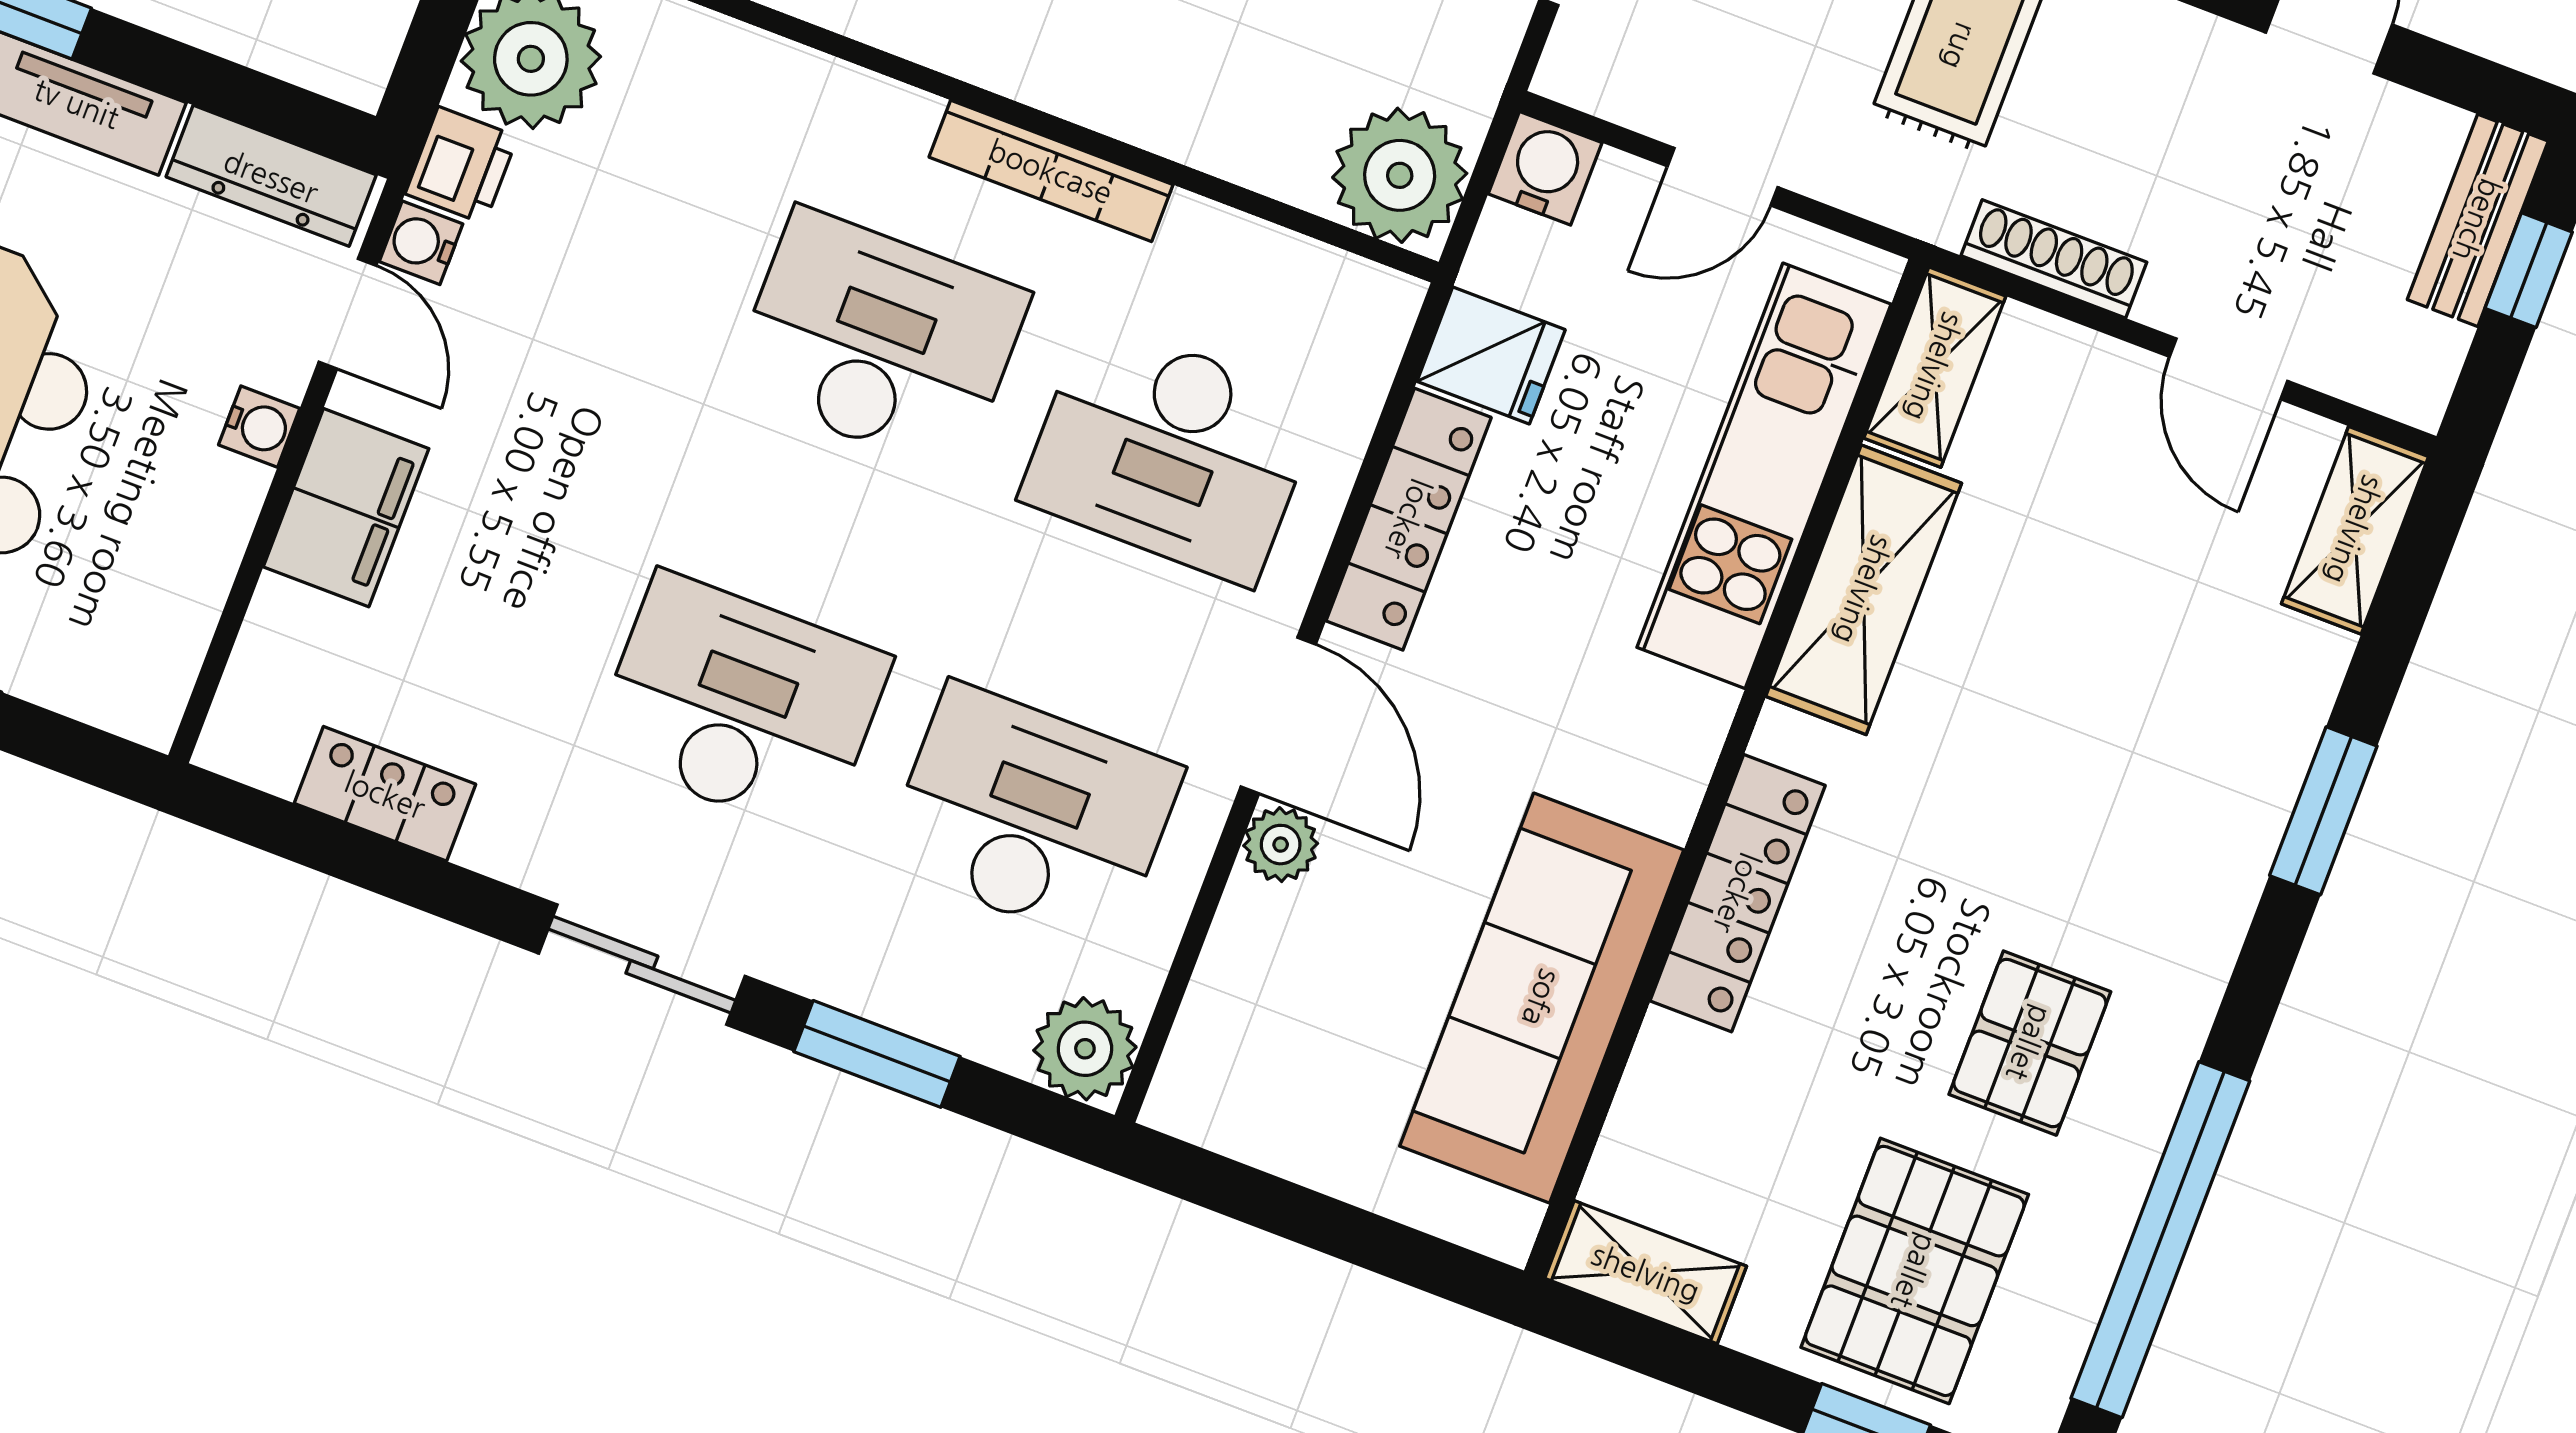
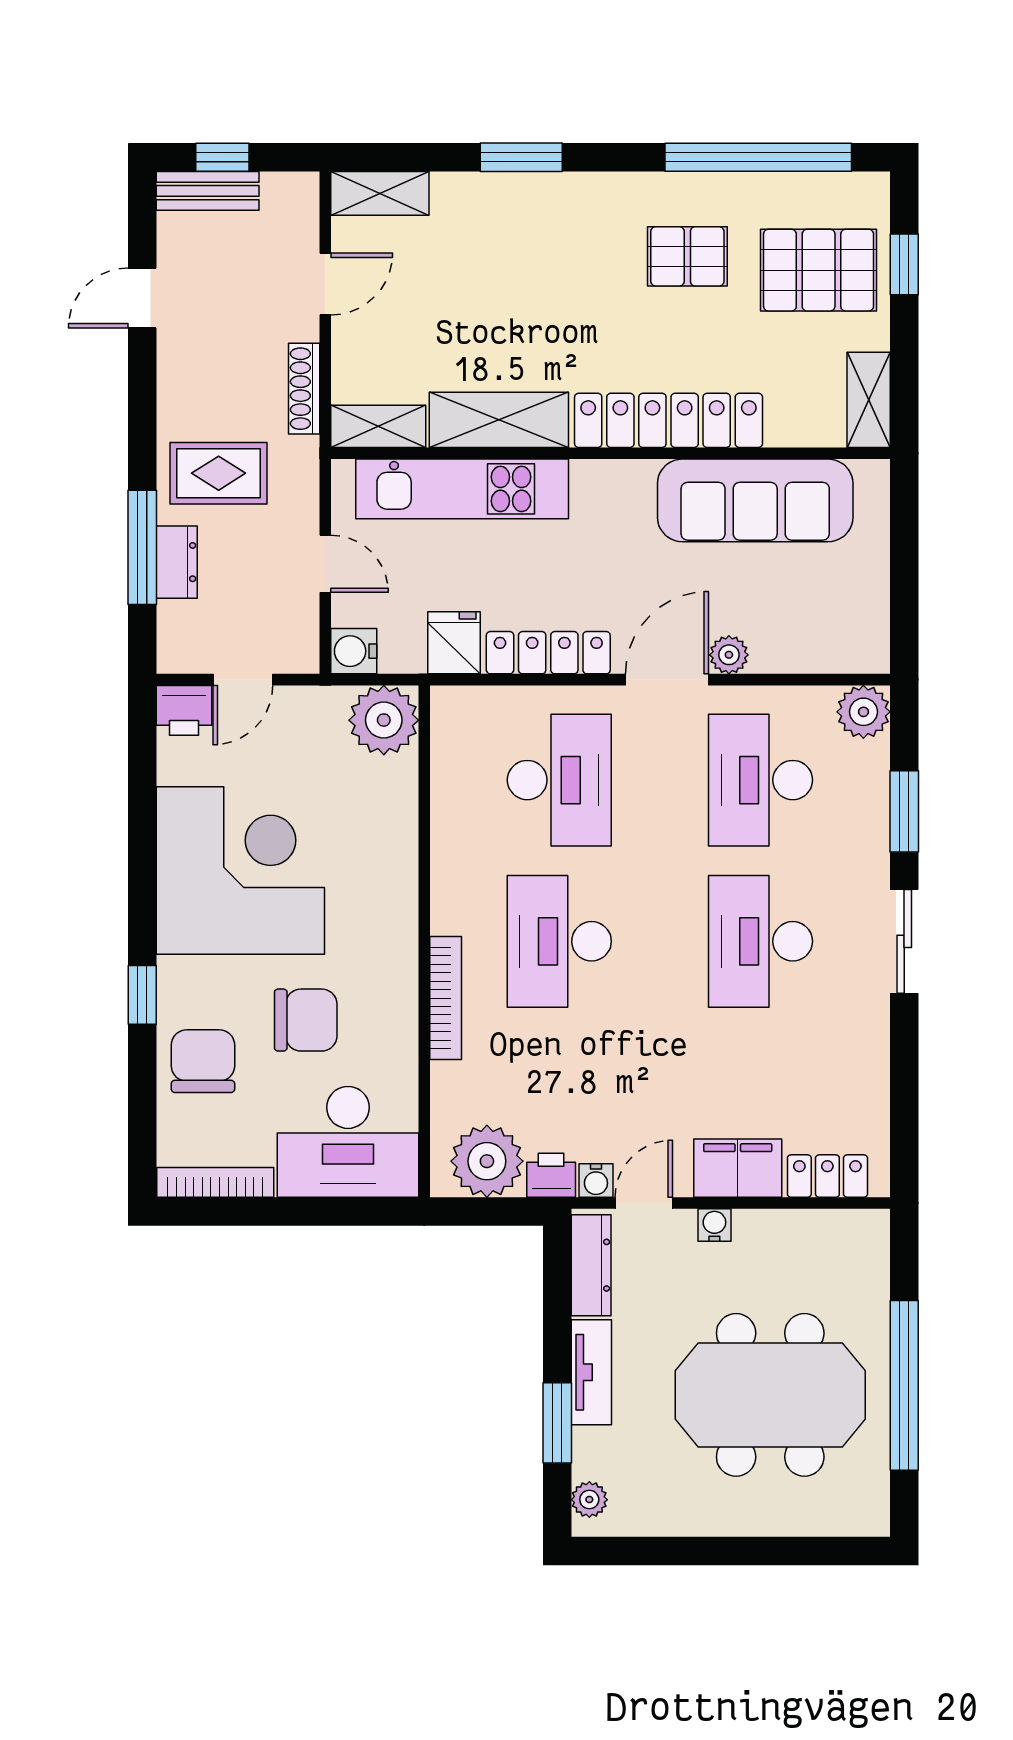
bookcase: (1051, 171) -> (446, 998), moved
locker: (385, 794) -> (827, 1176), moved, turned 90
locker: (1738, 893) -> (669, 420), width x1.41, depth x1.21

